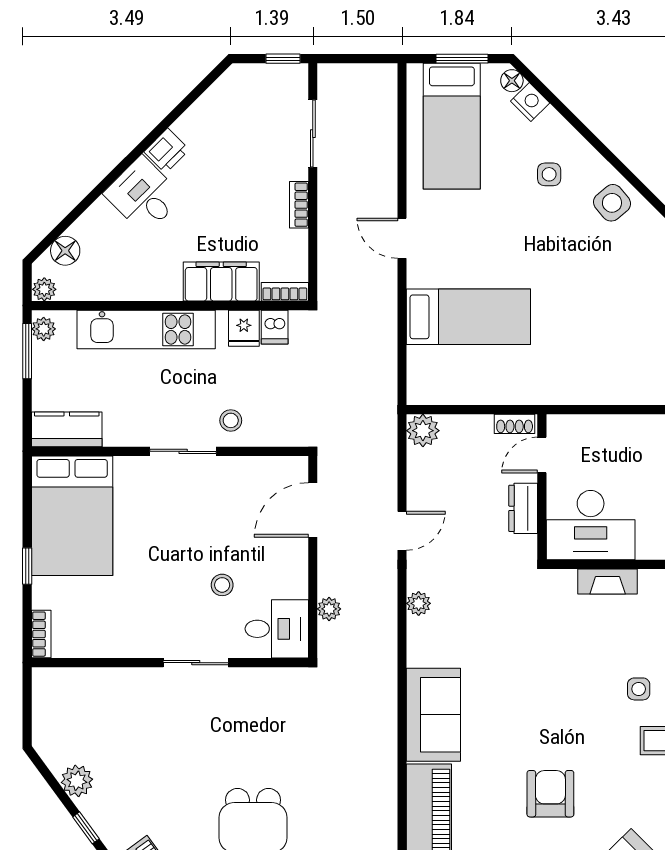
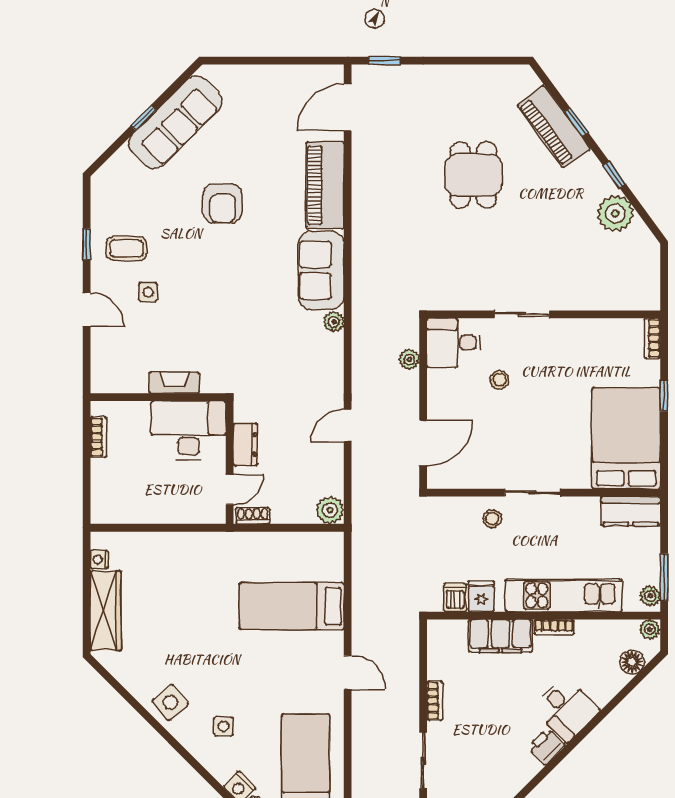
bookcase: (285, 292) -> (554, 627), moved
plant: (419, 603) -> (334, 322), moved
plant: (77, 781) -> (615, 213), width x1.36, depth x1.36

